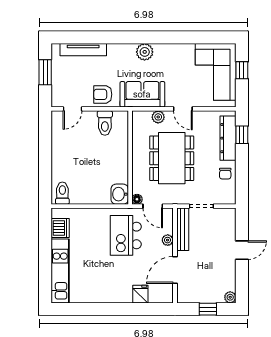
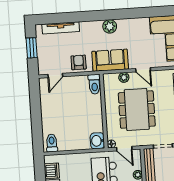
armchair: (103, 94) -> (79, 62), turned 90
toilet: (105, 123) -> (94, 84), moved

